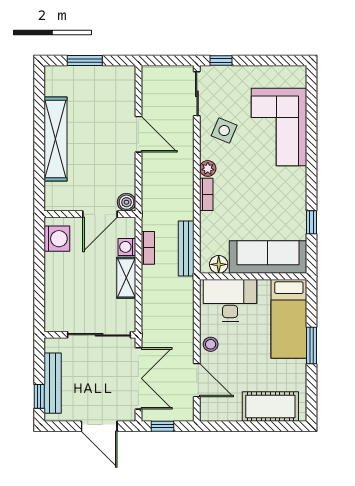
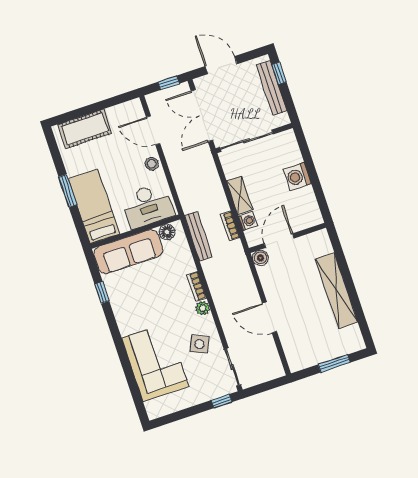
washing machine: (57, 239) -> (297, 177), moved

